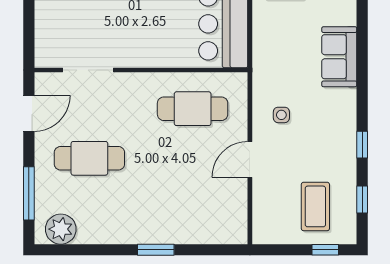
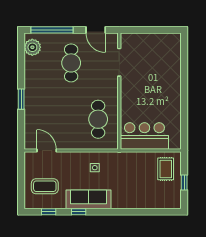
sofa: (339, 57) -> (89, 199), moved, width x1.36
door: (250, 160) -> (47, 151), moved
window: (29, 193) -> (52, 30), width x1.46
window: (325, 250) -> (21, 192), removed

